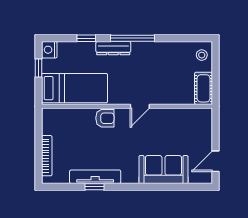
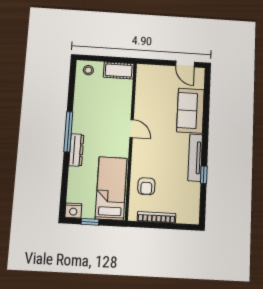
window: (86, 38) -> (65, 175), removed
armchair: (105, 118) -> (146, 186), moved, turned 180
bookcase: (47, 156) -> (157, 217), moved
tv unit: (95, 177) -> (195, 158), moved

